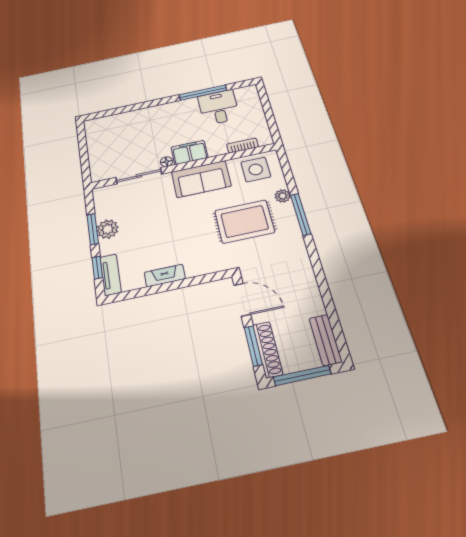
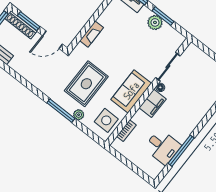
fireplace: (165, 276) -> (91, 34), moved

